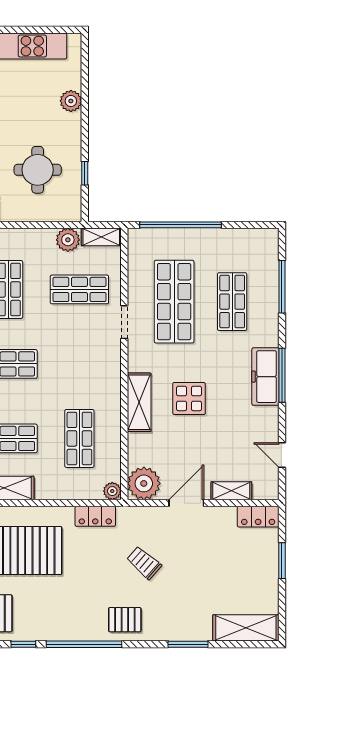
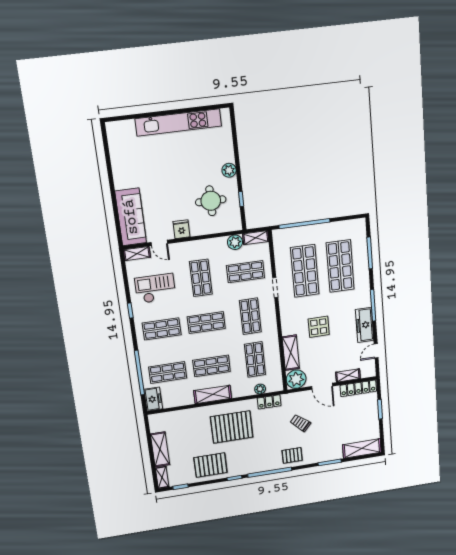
plant: (71, 101) -> (229, 170), moved
shop shelf: (232, 302) -> (340, 266), width x1.43, depth x1.36
shop shelf: (79, 364) -> (250, 316), added
freezer: (265, 377) -> (365, 325), moved
shelving: (139, 402) -> (291, 353), moved
door: (282, 455) -> (376, 351), hinge flipped
plant: (112, 491) -> (260, 389), moved
door: (186, 503) -> (322, 386), swing flipped
locker: (258, 517) -> (358, 388), width x1.53

